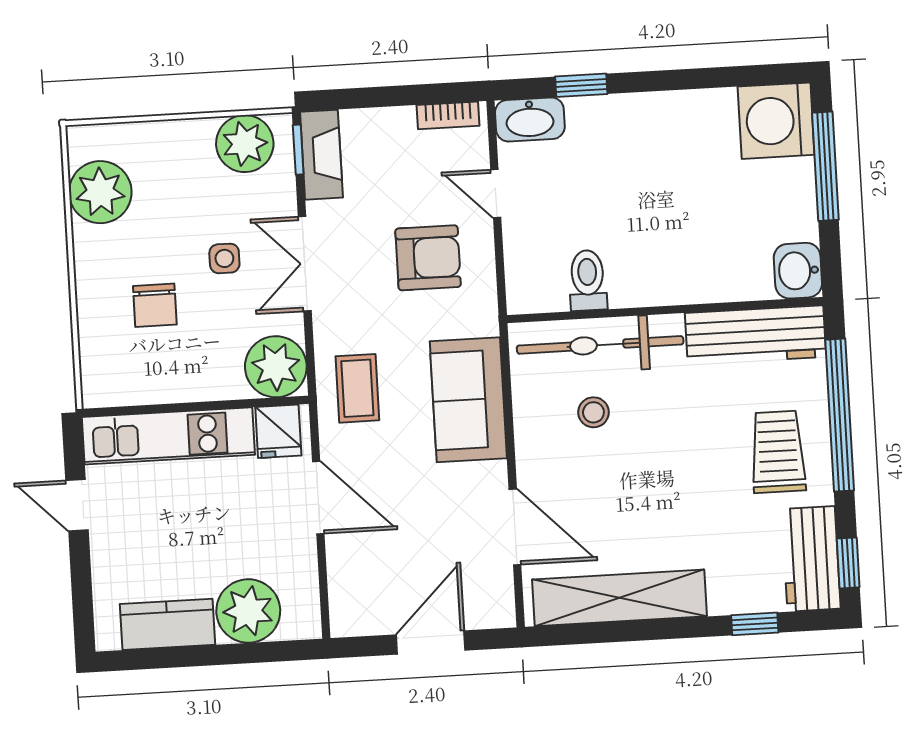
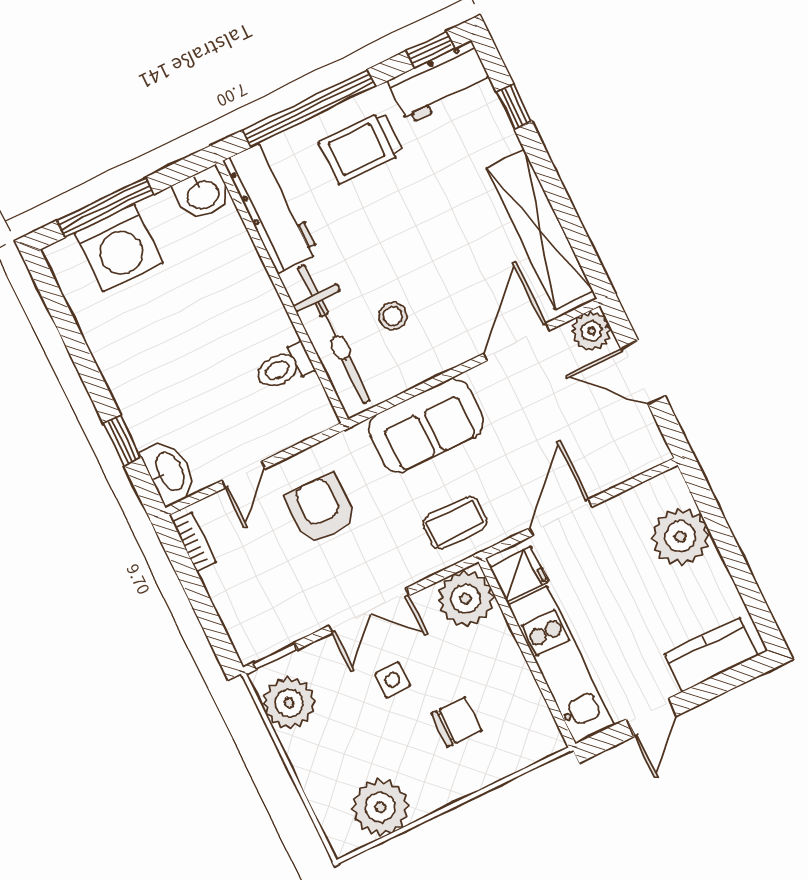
washing machine: (776, 121) -> (119, 248), moved
fireplace: (321, 155) -> (272, 635), removed
plant: (494, 608) -> (591, 331), added
kitchen counter: (167, 624) -> (711, 655), moved, turned 90

